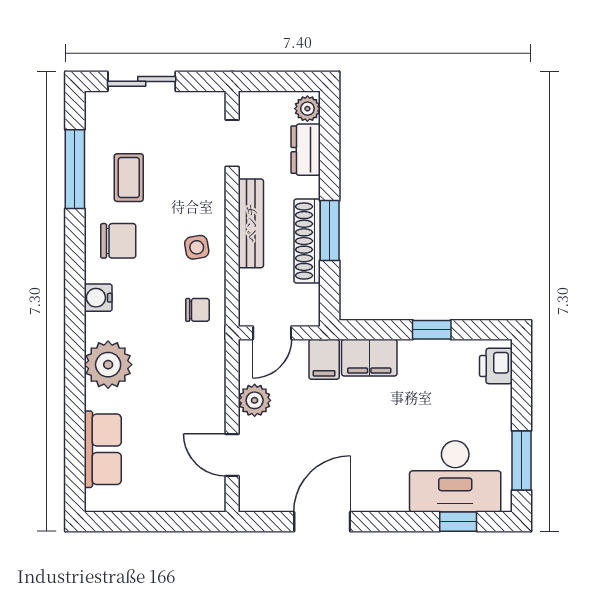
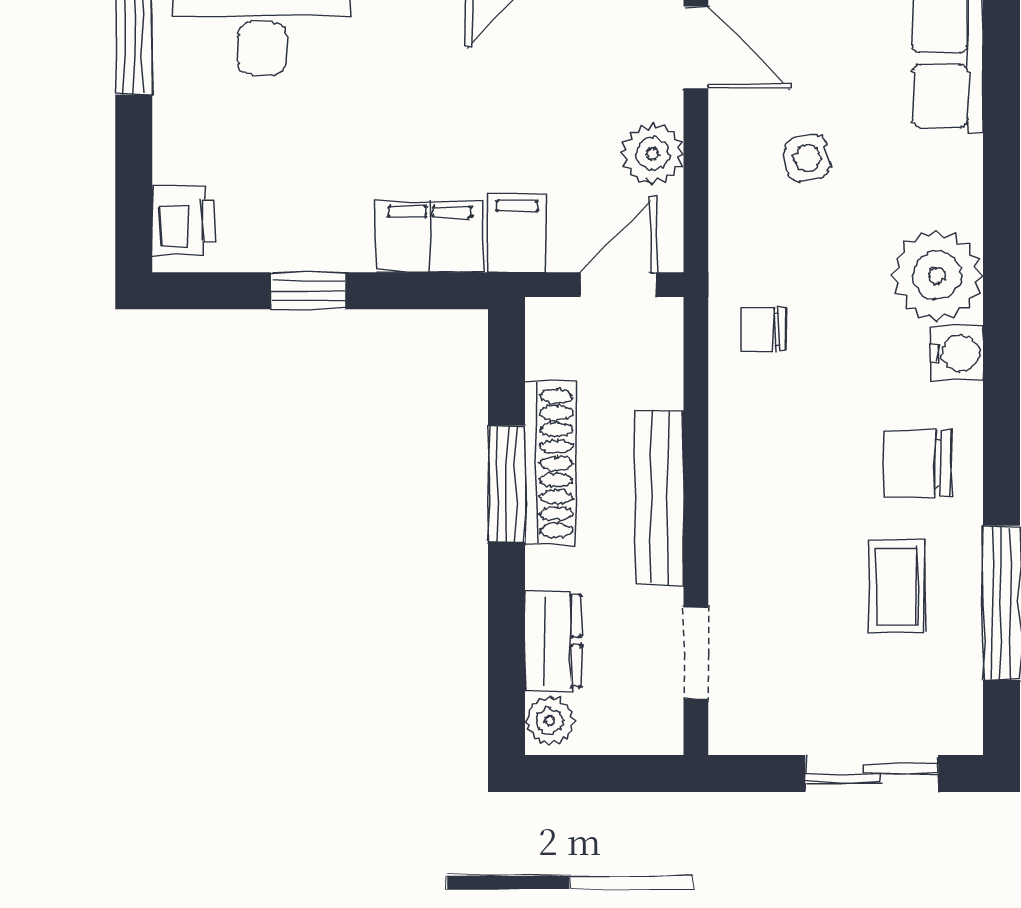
side table: (197, 247) -> (807, 158), moved
plant: (108, 365) -> (937, 275), moved

